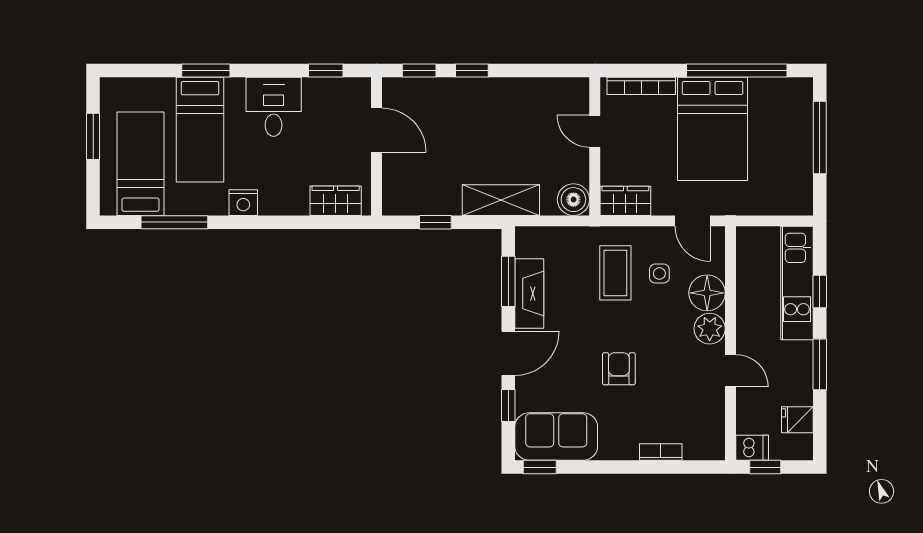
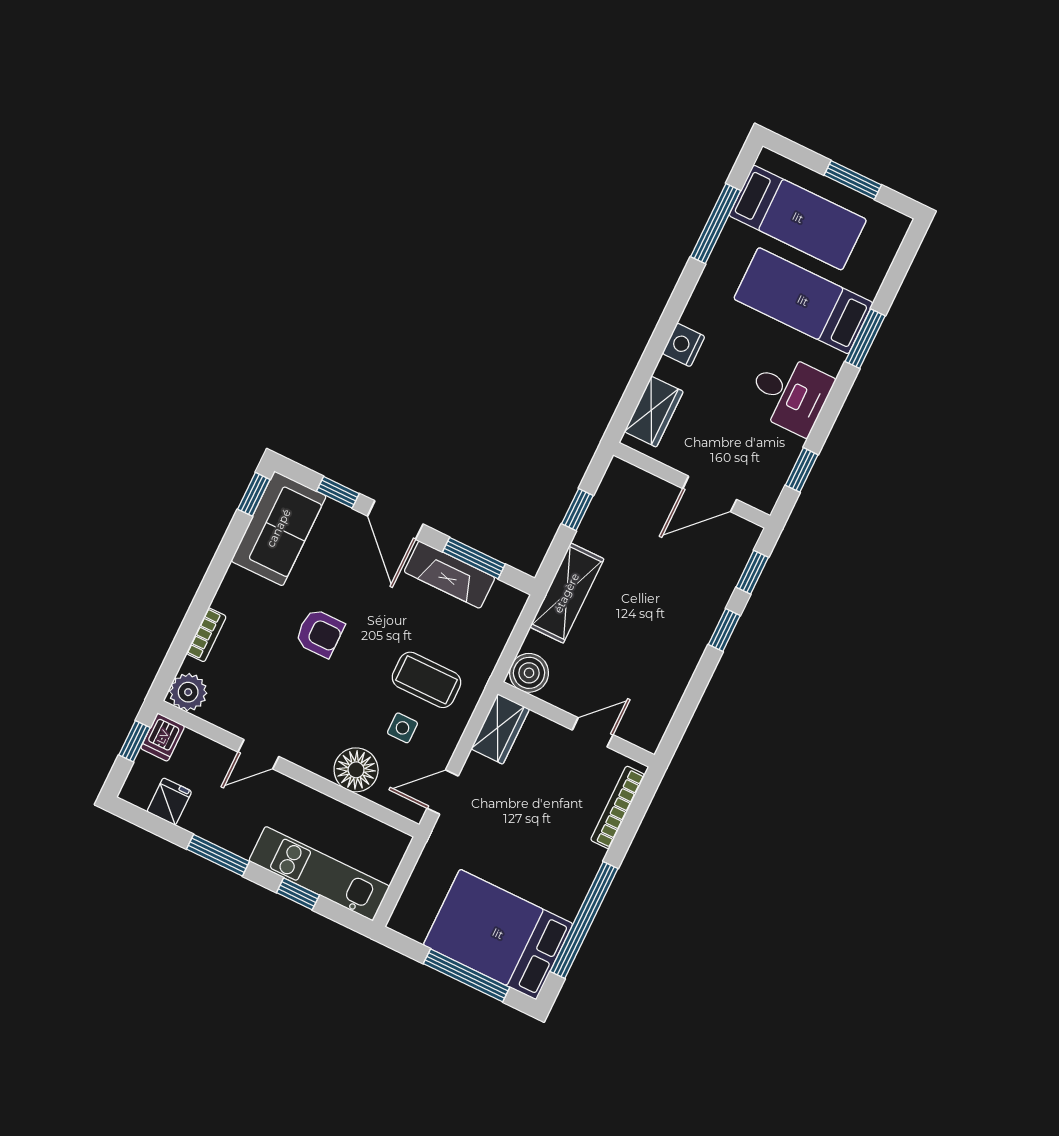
bed: (713, 129) -> (498, 934), moved
nightstand: (243, 203) -> (684, 345), moved
plant: (710, 329) -> (188, 692), moved

